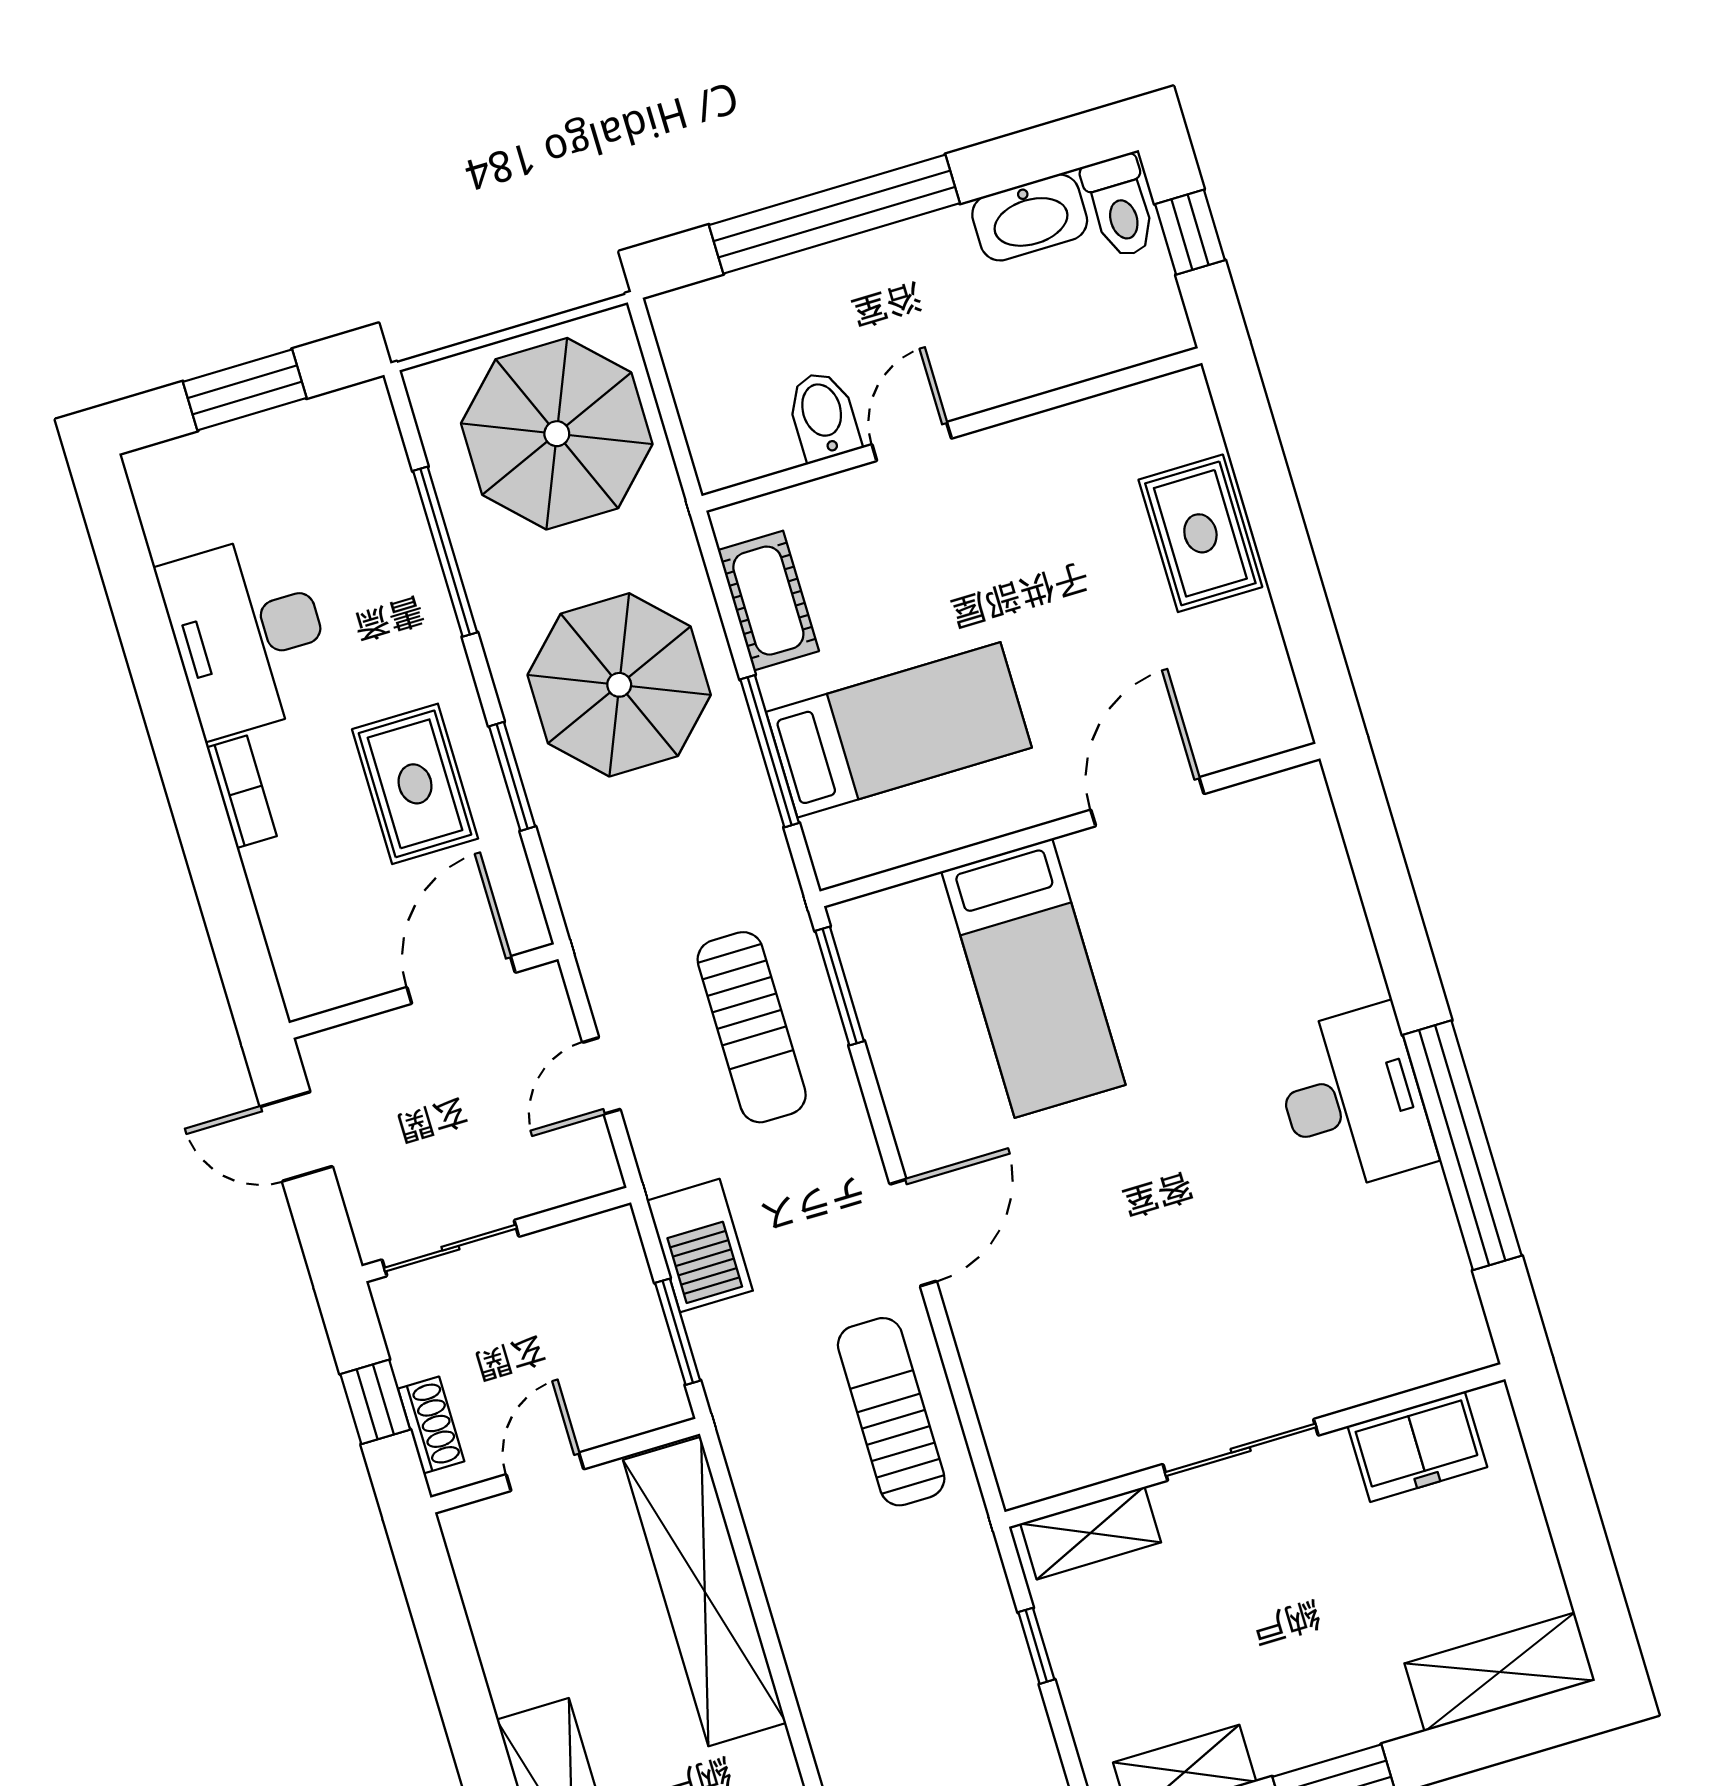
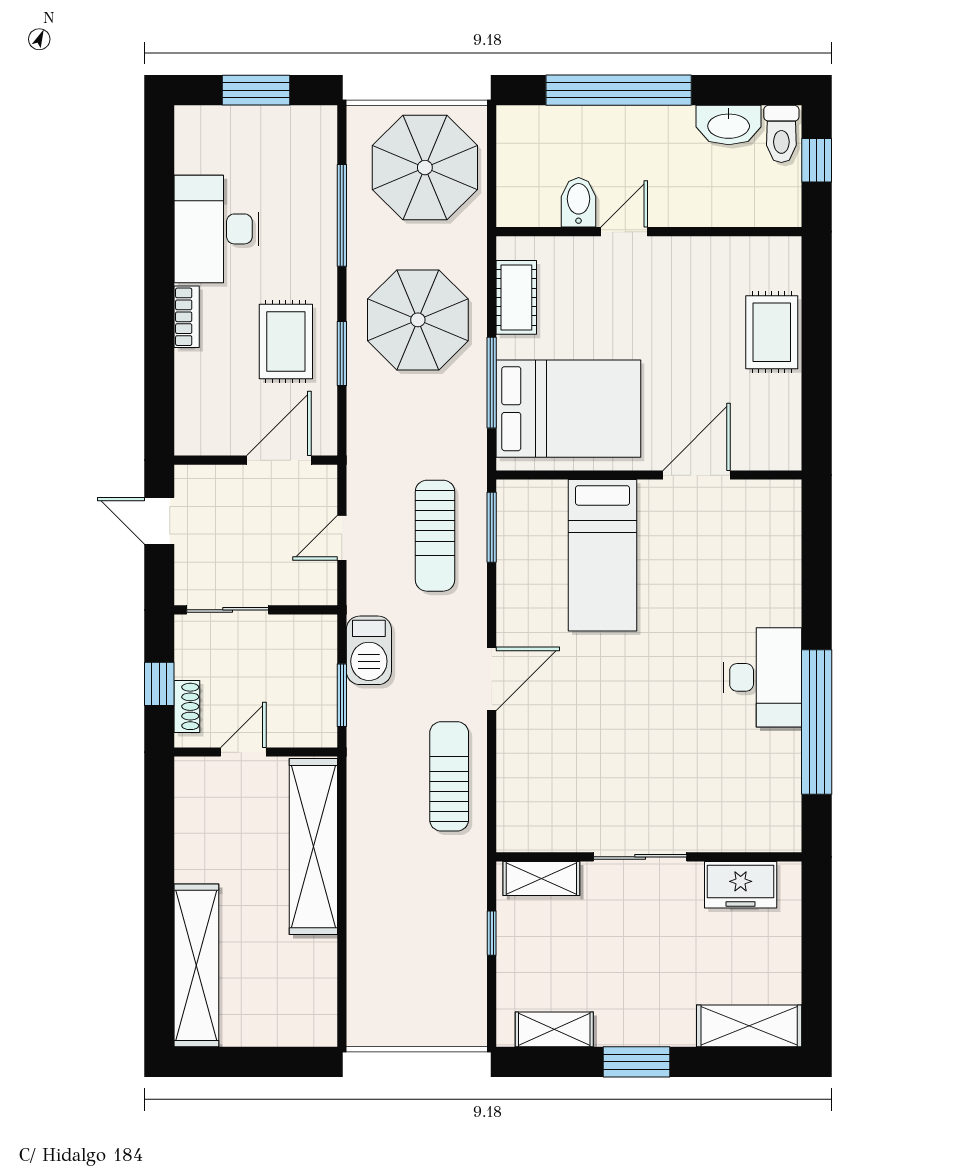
bed: (899, 730) -> (568, 409), width x1.50

